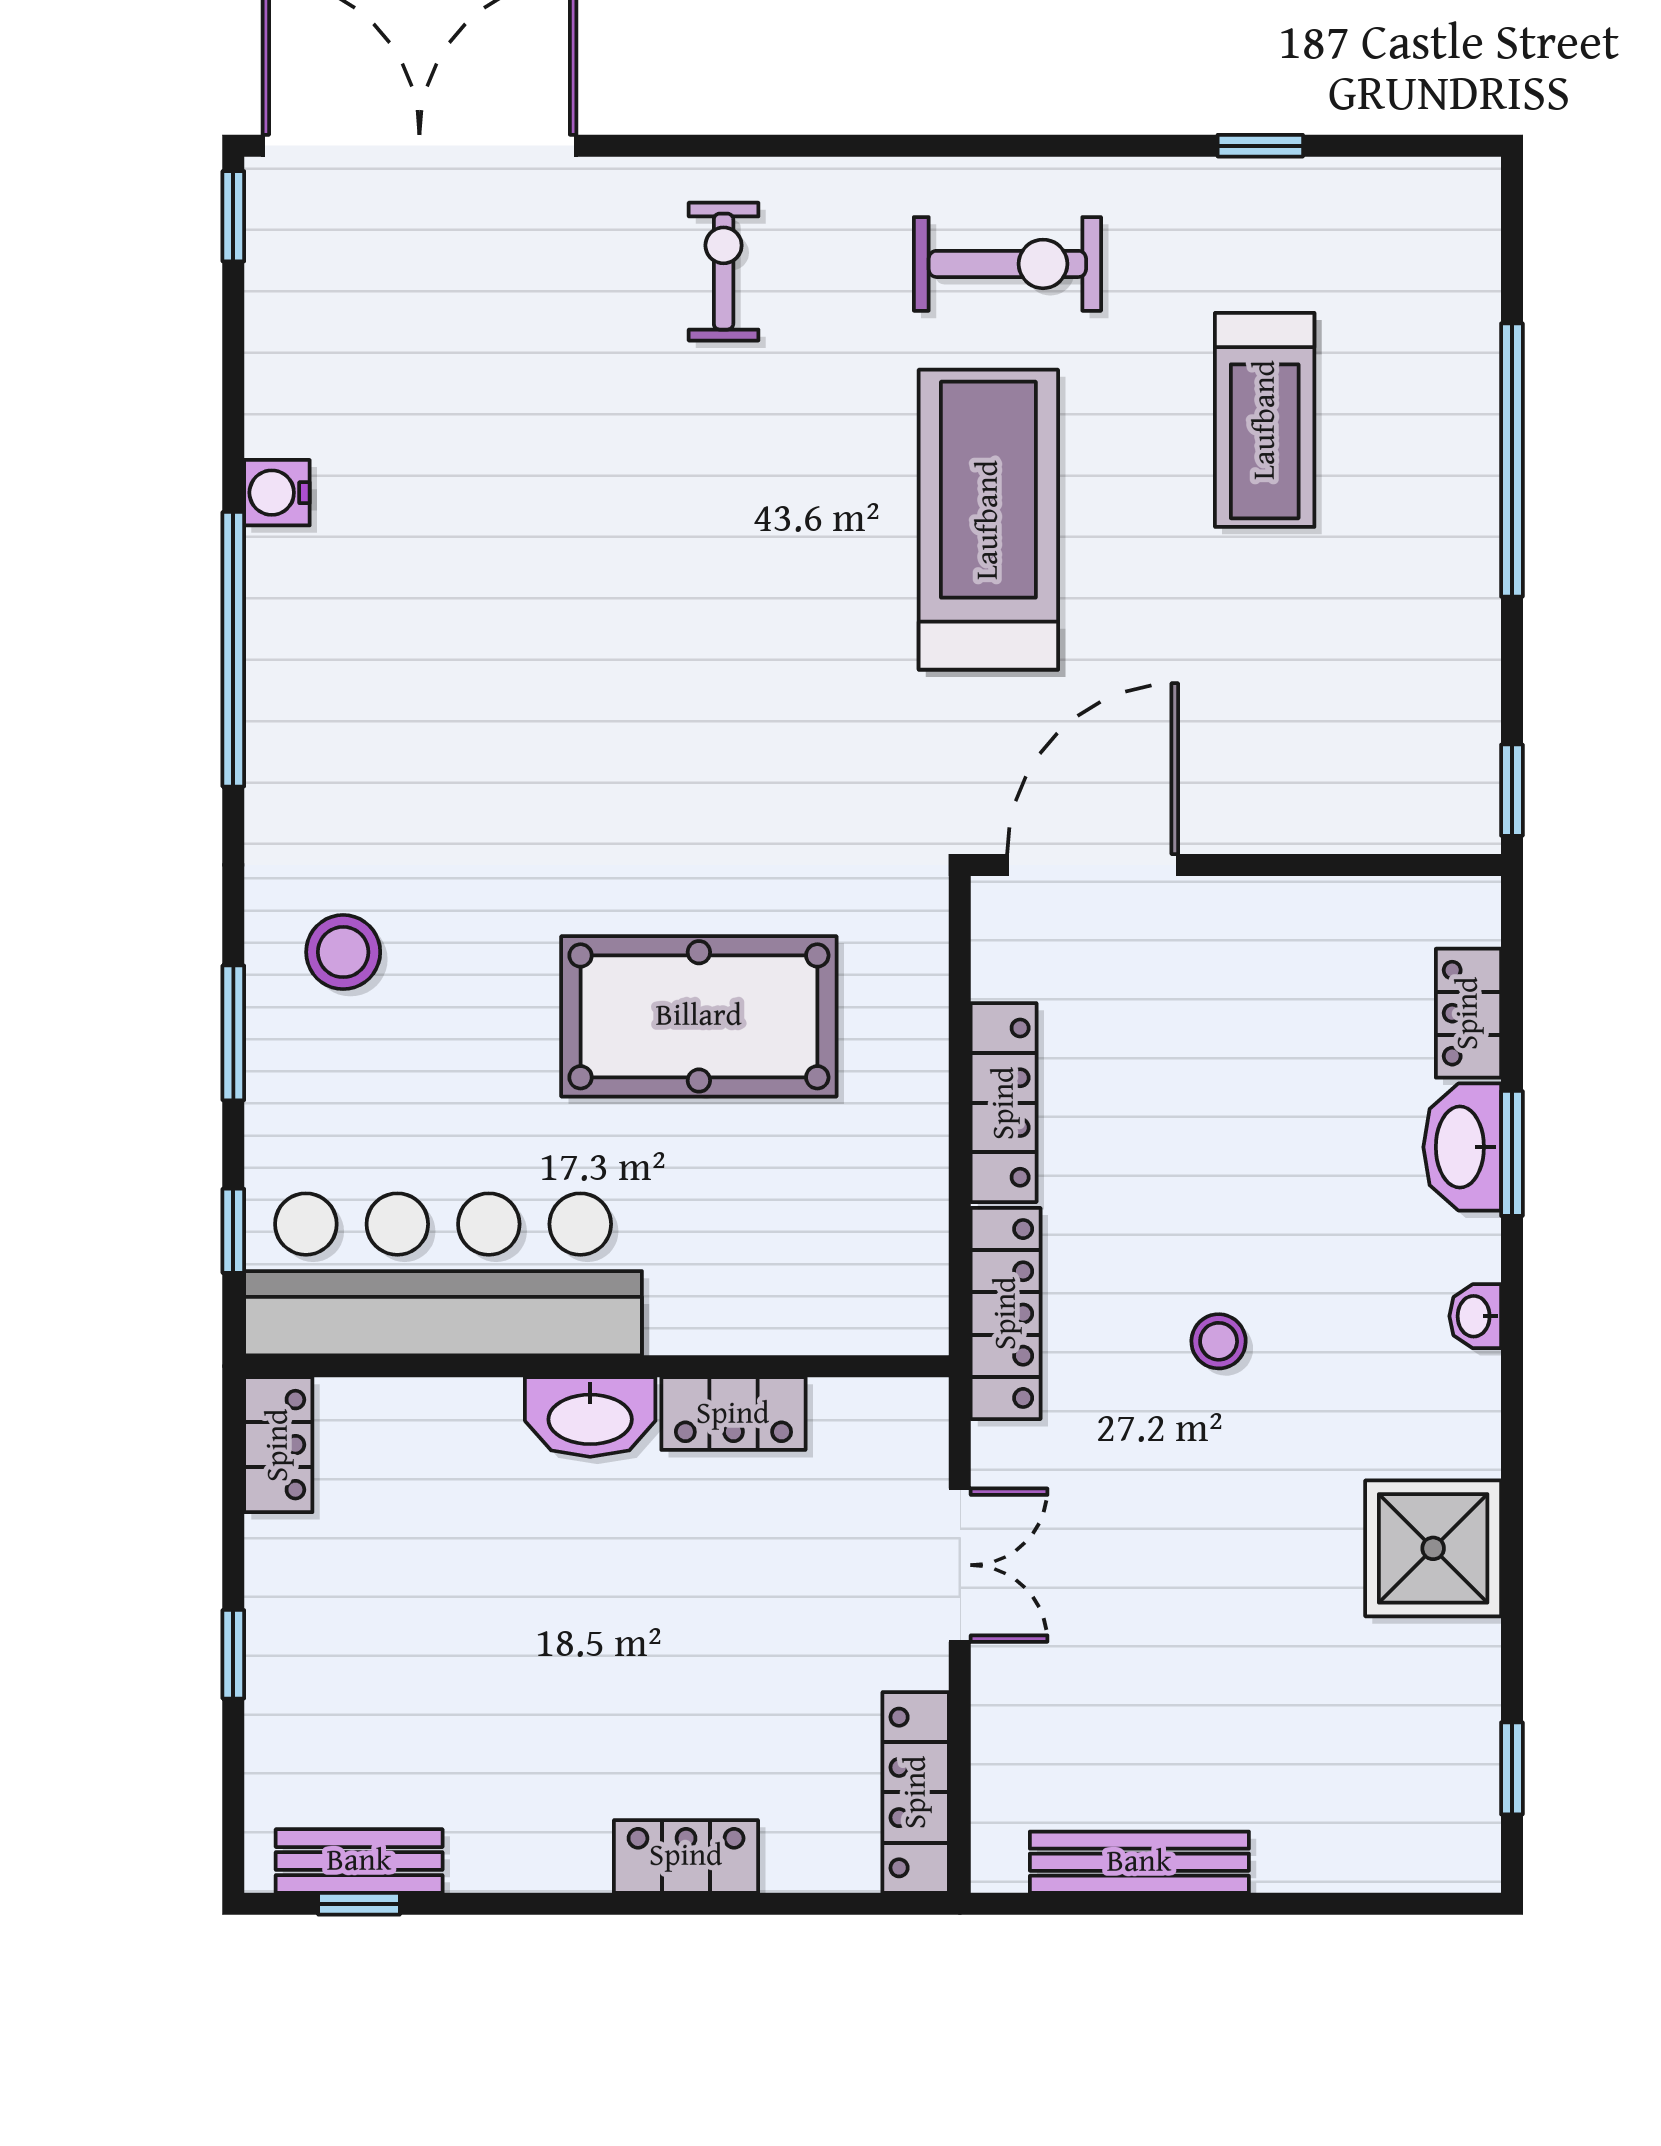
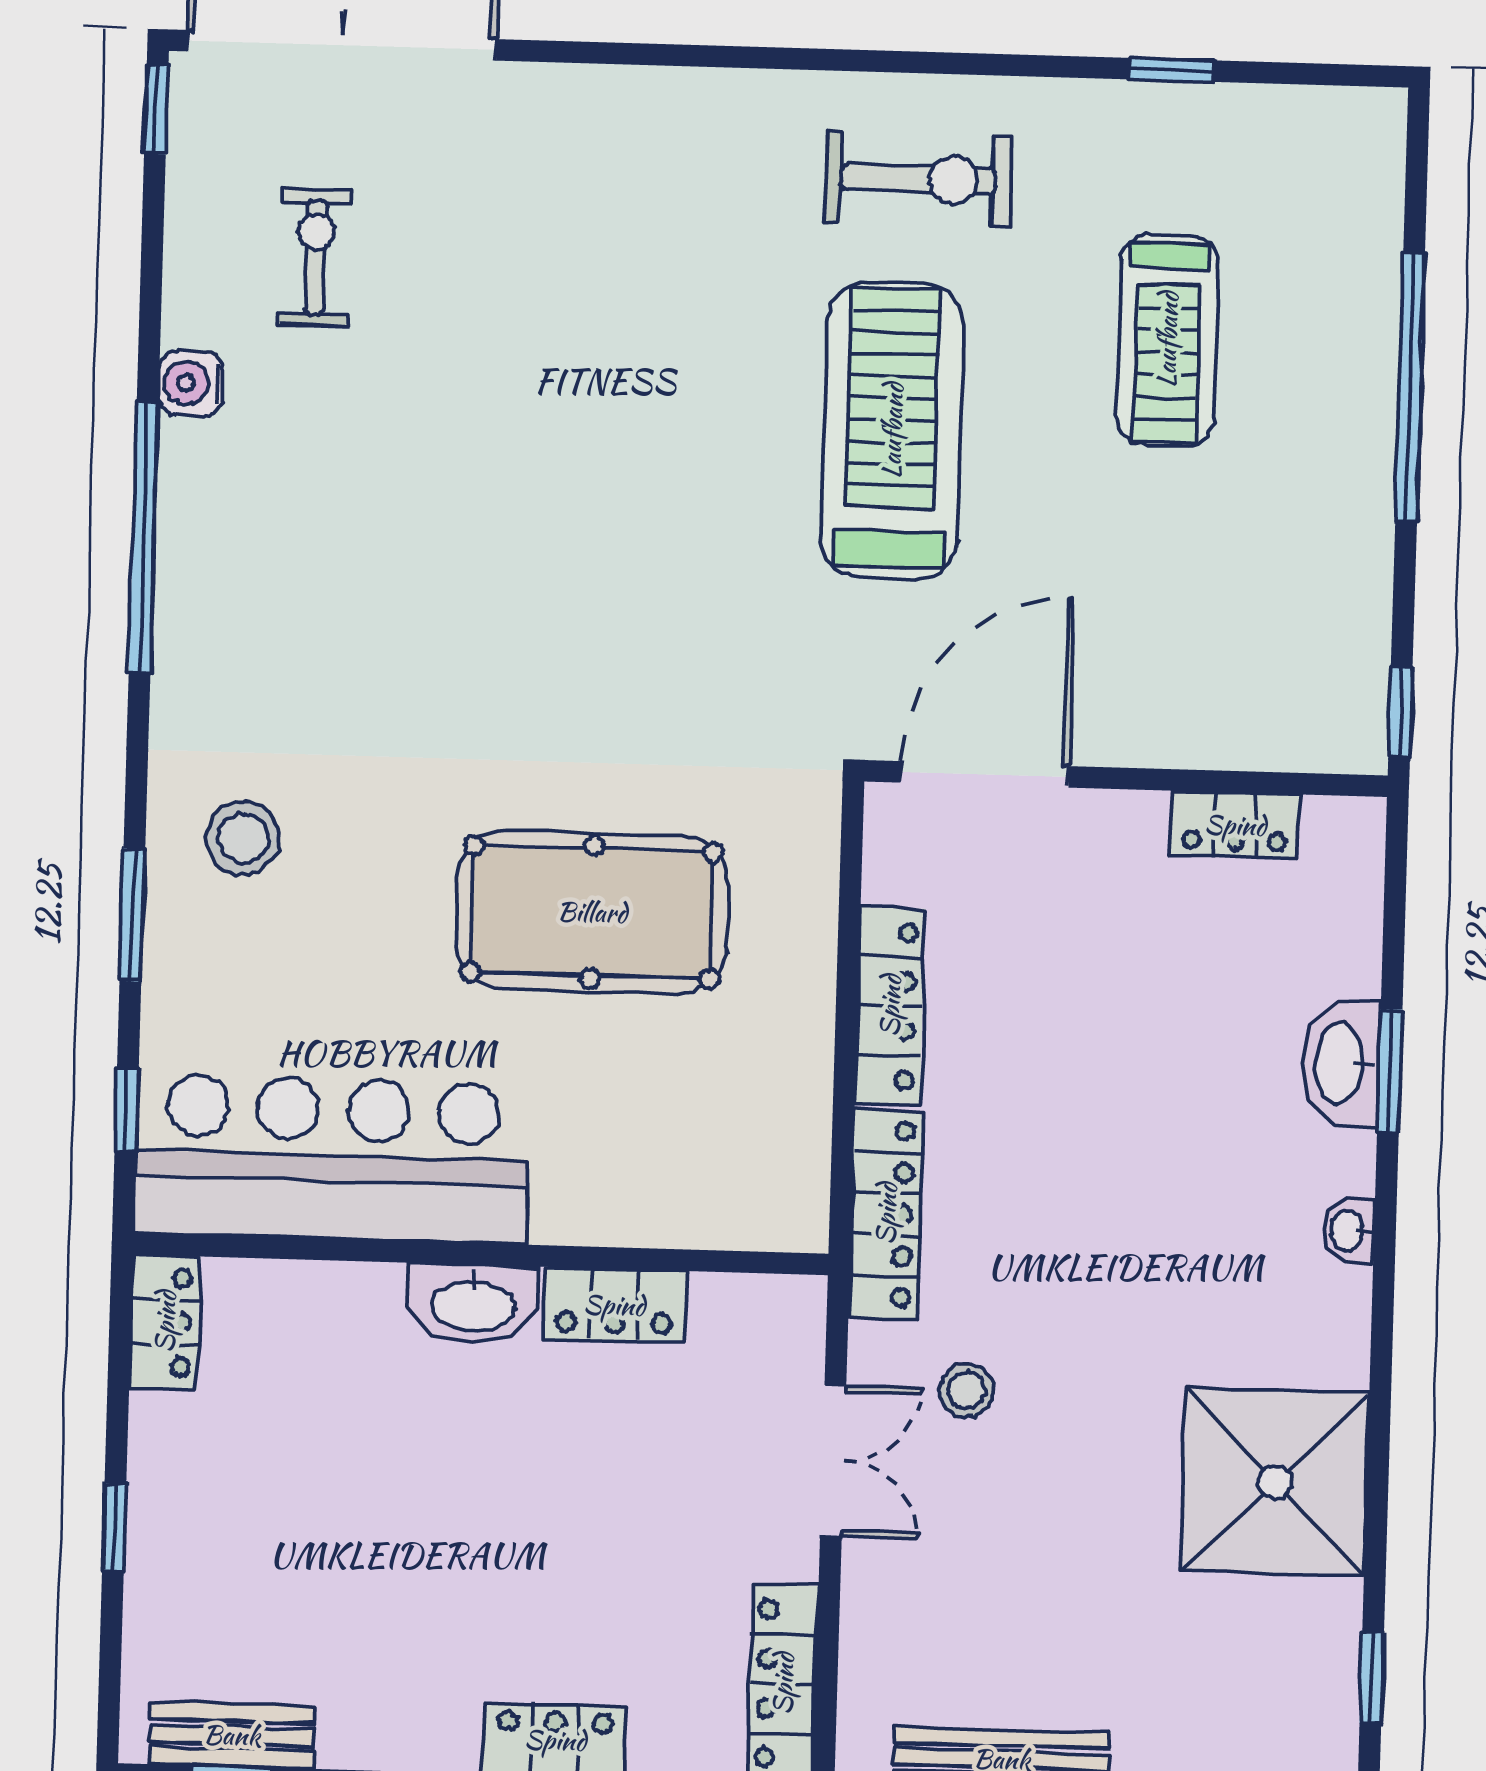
exercise bike: (724, 272) -> (315, 258), moved
locker: (1468, 1013) -> (1235, 825), moved, turned -90
stool: (1219, 1341) -> (966, 1390), moved
shower: (1433, 1548) -> (1275, 1482), width x1.37, depth x1.37

